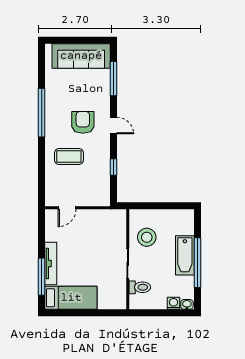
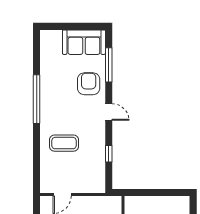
sofa: (81, 56) -> (84, 42), width x0.73
armchair: (83, 122) -> (89, 84), moved

